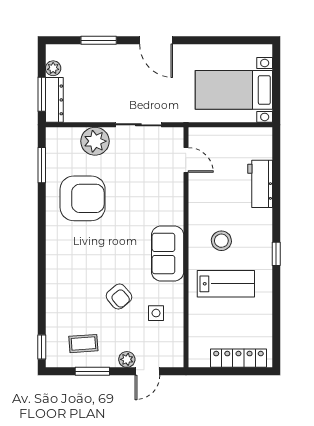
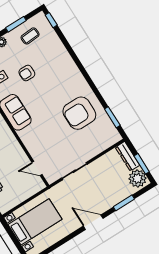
plant: (53, 68) -> (137, 178), width x1.88, depth x1.88
window: (42, 94) -> (142, 164), moved
plant: (95, 141) -> (92, 148), removed
armchair: (119, 297) -> (27, 73), turned -50

